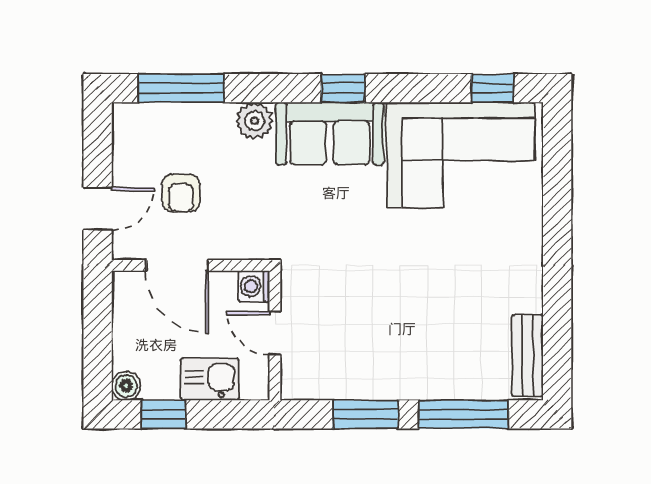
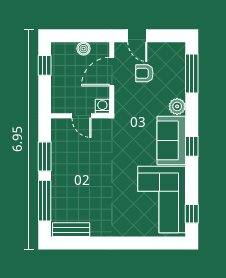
door: (275, 333) -> (81, 116), swing flipped
kitchen sink: (210, 379) -> (60, 86), removed
boiler: (126, 386) -> (83, 49), moved

